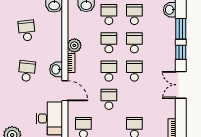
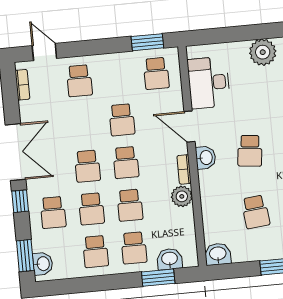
window: (181, 29) -> (25, 256), moved
school desk: (160, 43) -> (53, 212), added
double door: (181, 85) -> (15, 152), width x1.37

